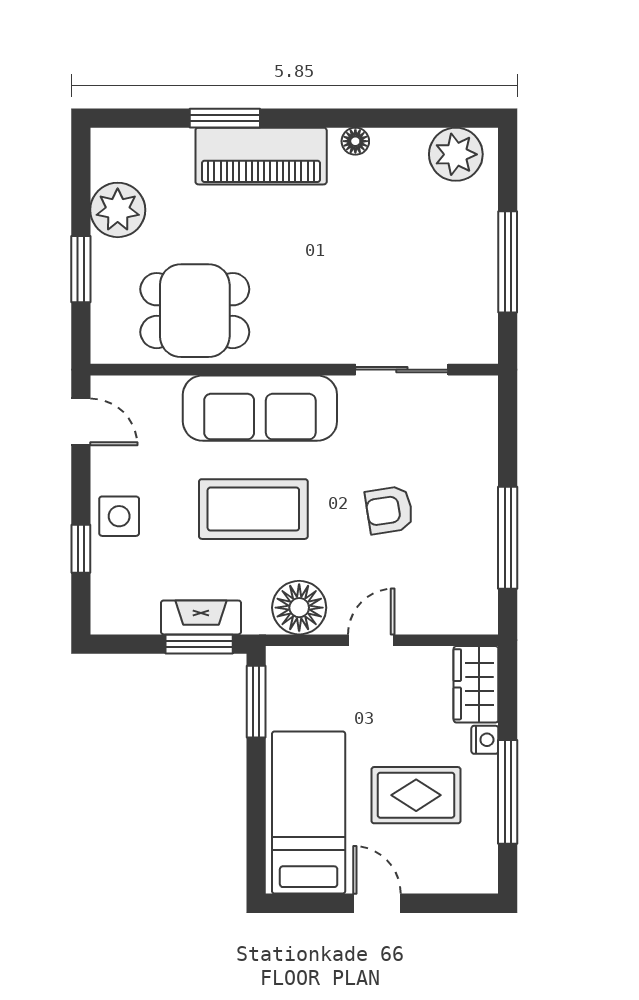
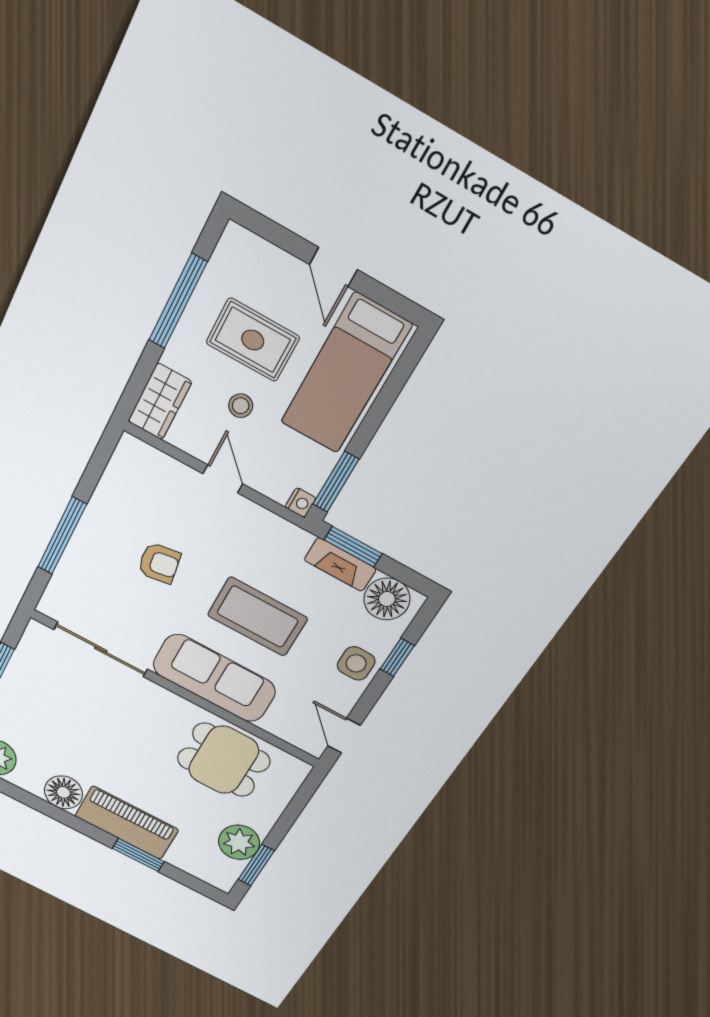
floor lamp: (355, 141) -> (63, 792), width x1.89, depth x1.89
window: (81, 269) -> (256, 865), moved
sliding door: (402, 370) -> (101, 649), width x1.37
window: (508, 538) -> (62, 536), moved
floor lamp: (299, 608) -> (387, 599), moved
door: (371, 640) -> (223, 479), swing flipped
stool: (393, 725) -> (241, 406), added
nightstand: (485, 740) -> (301, 503), moved, turned 180

